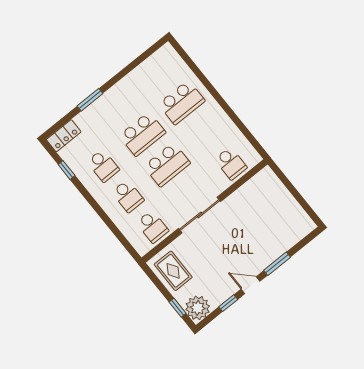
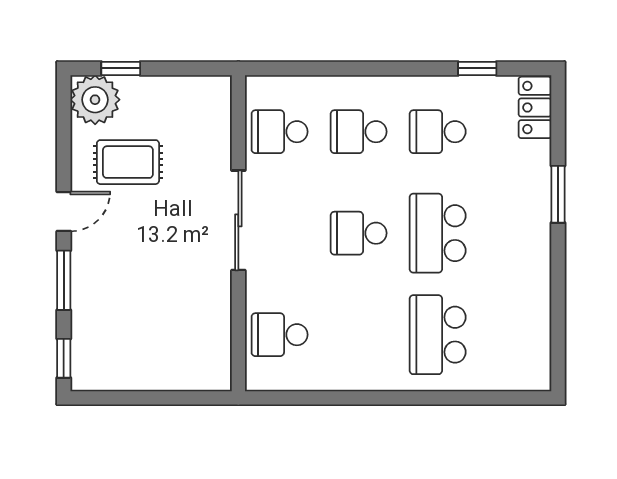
school desk: (167, 165) -> (359, 233), width x0.54
rug: (173, 271) -> (128, 162), moved
window: (228, 303) -> (64, 358), moved

